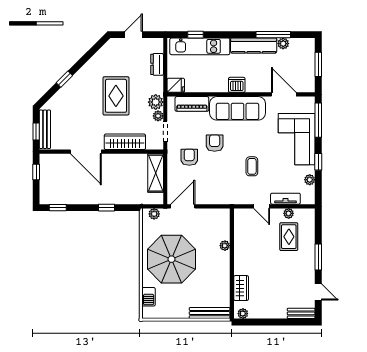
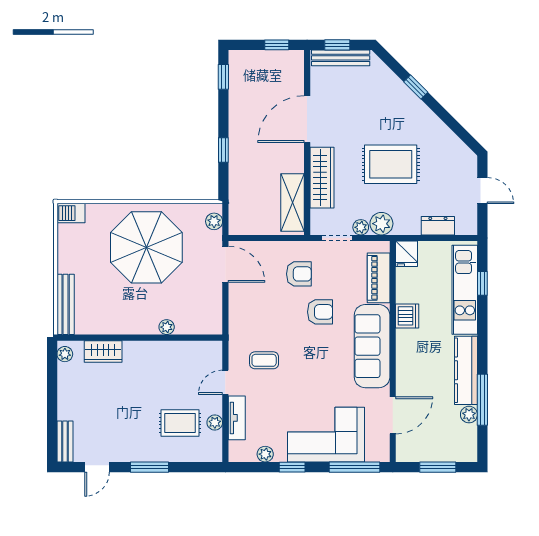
dishwasher: (237, 85) -> (407, 316), moved
coffee table: (252, 166) -> (264, 360), moved
shelving: (156, 173) -> (293, 203), moved, turned 90
barbecue: (149, 297) -> (71, 213), moved

